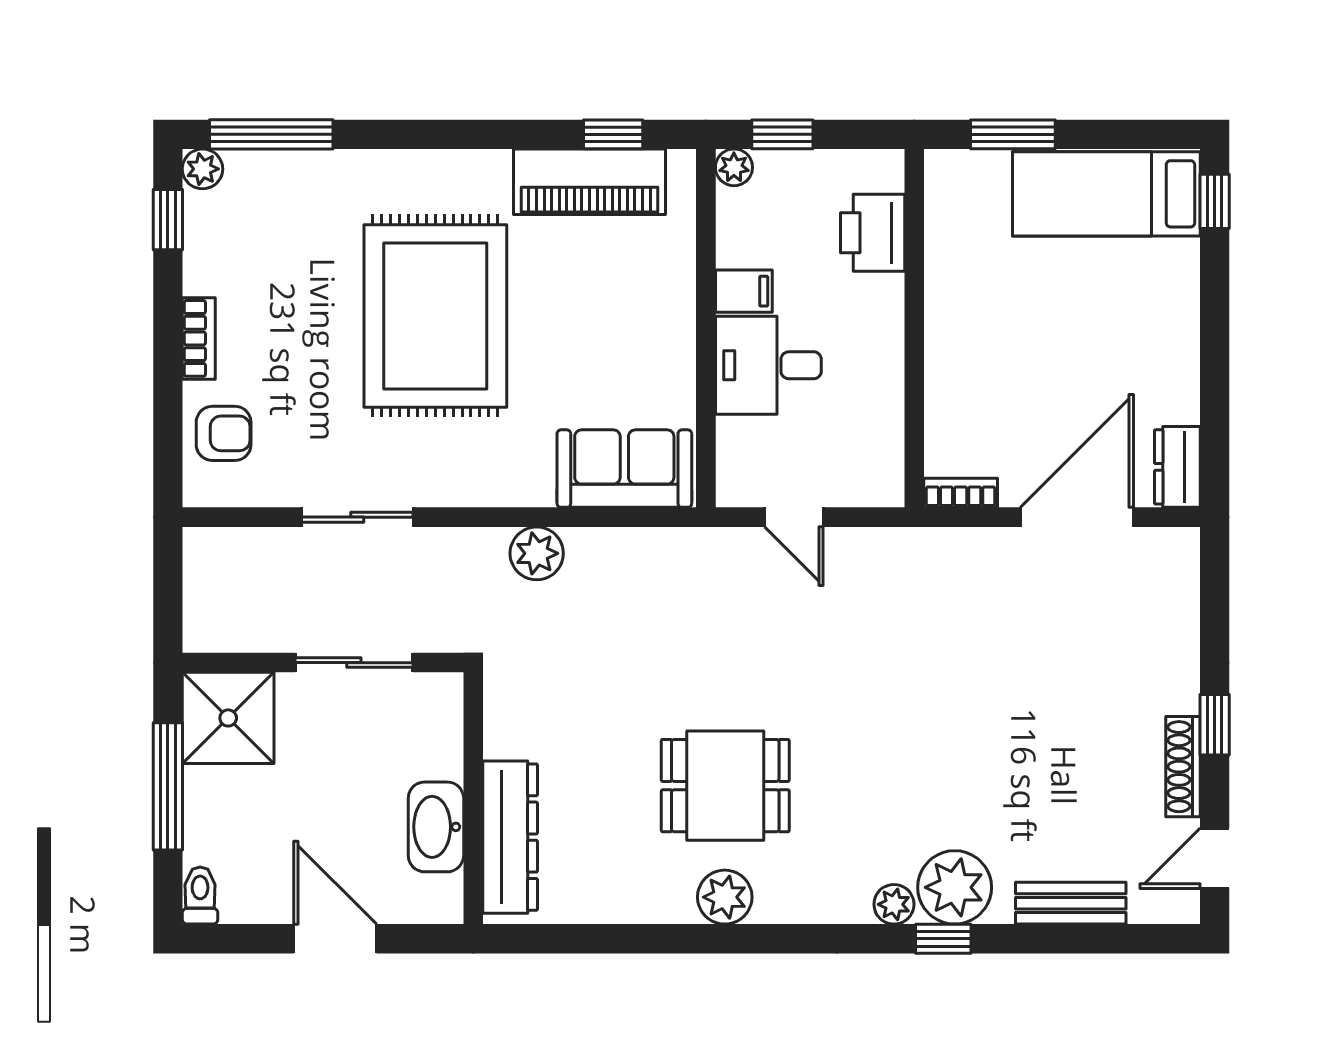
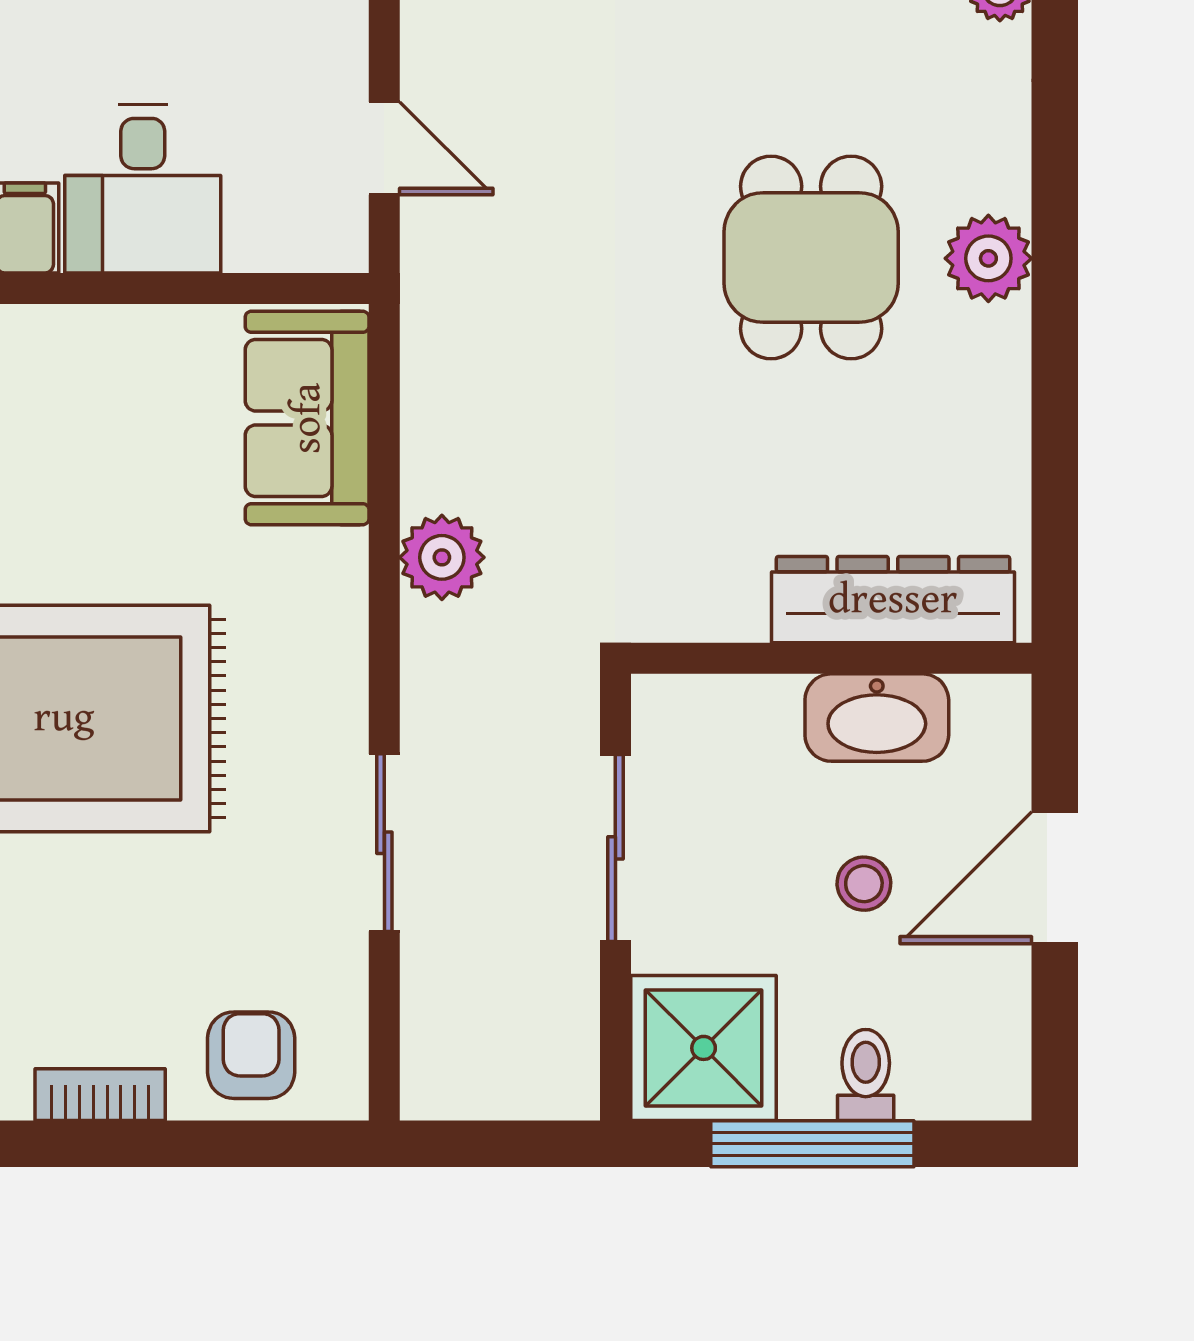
door: (794, 517) -> (384, 148), hinge flipped
stool: (331, 819) -> (864, 884), added
toilet: (200, 896) -> (866, 1075), moved, turned 90

